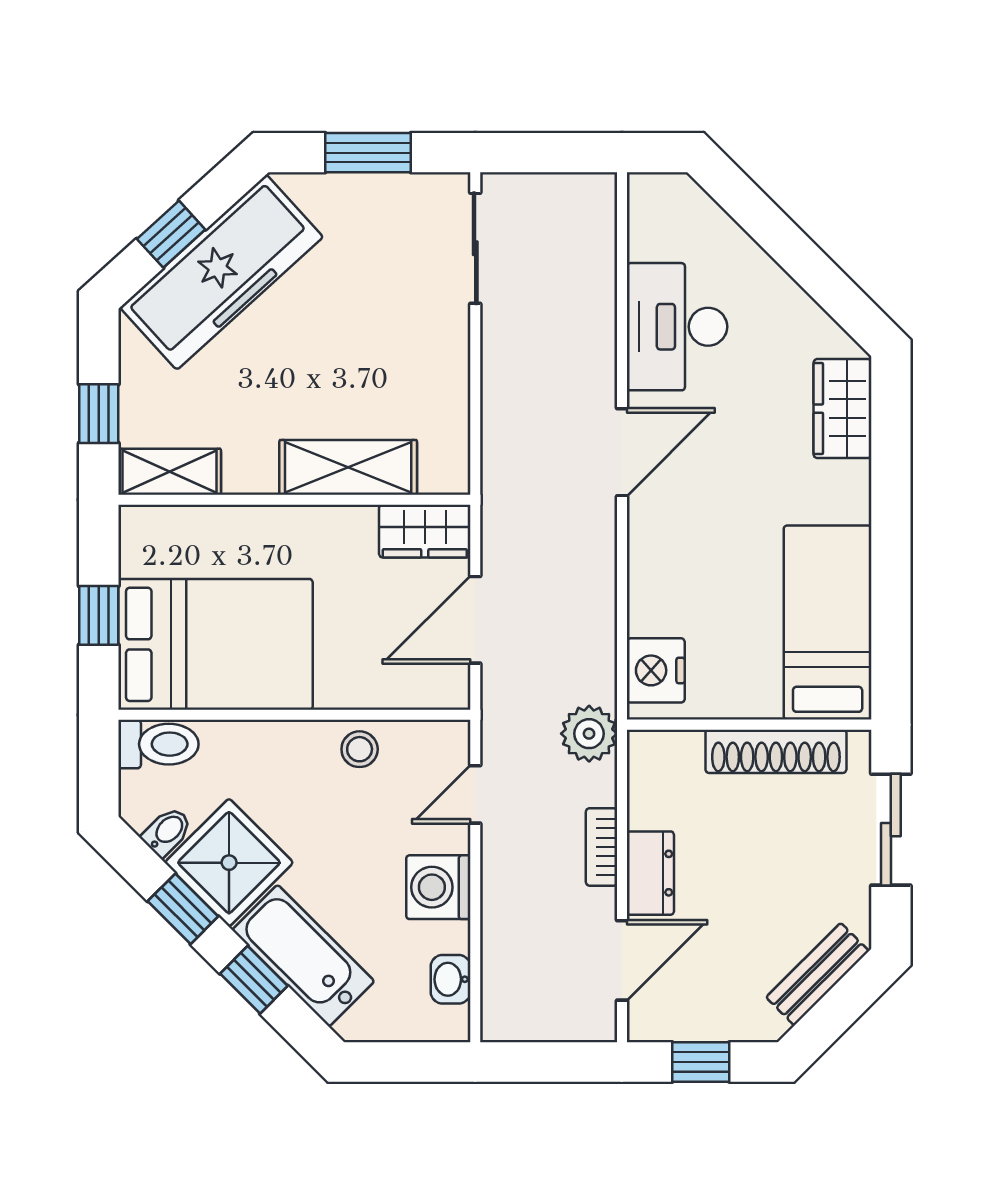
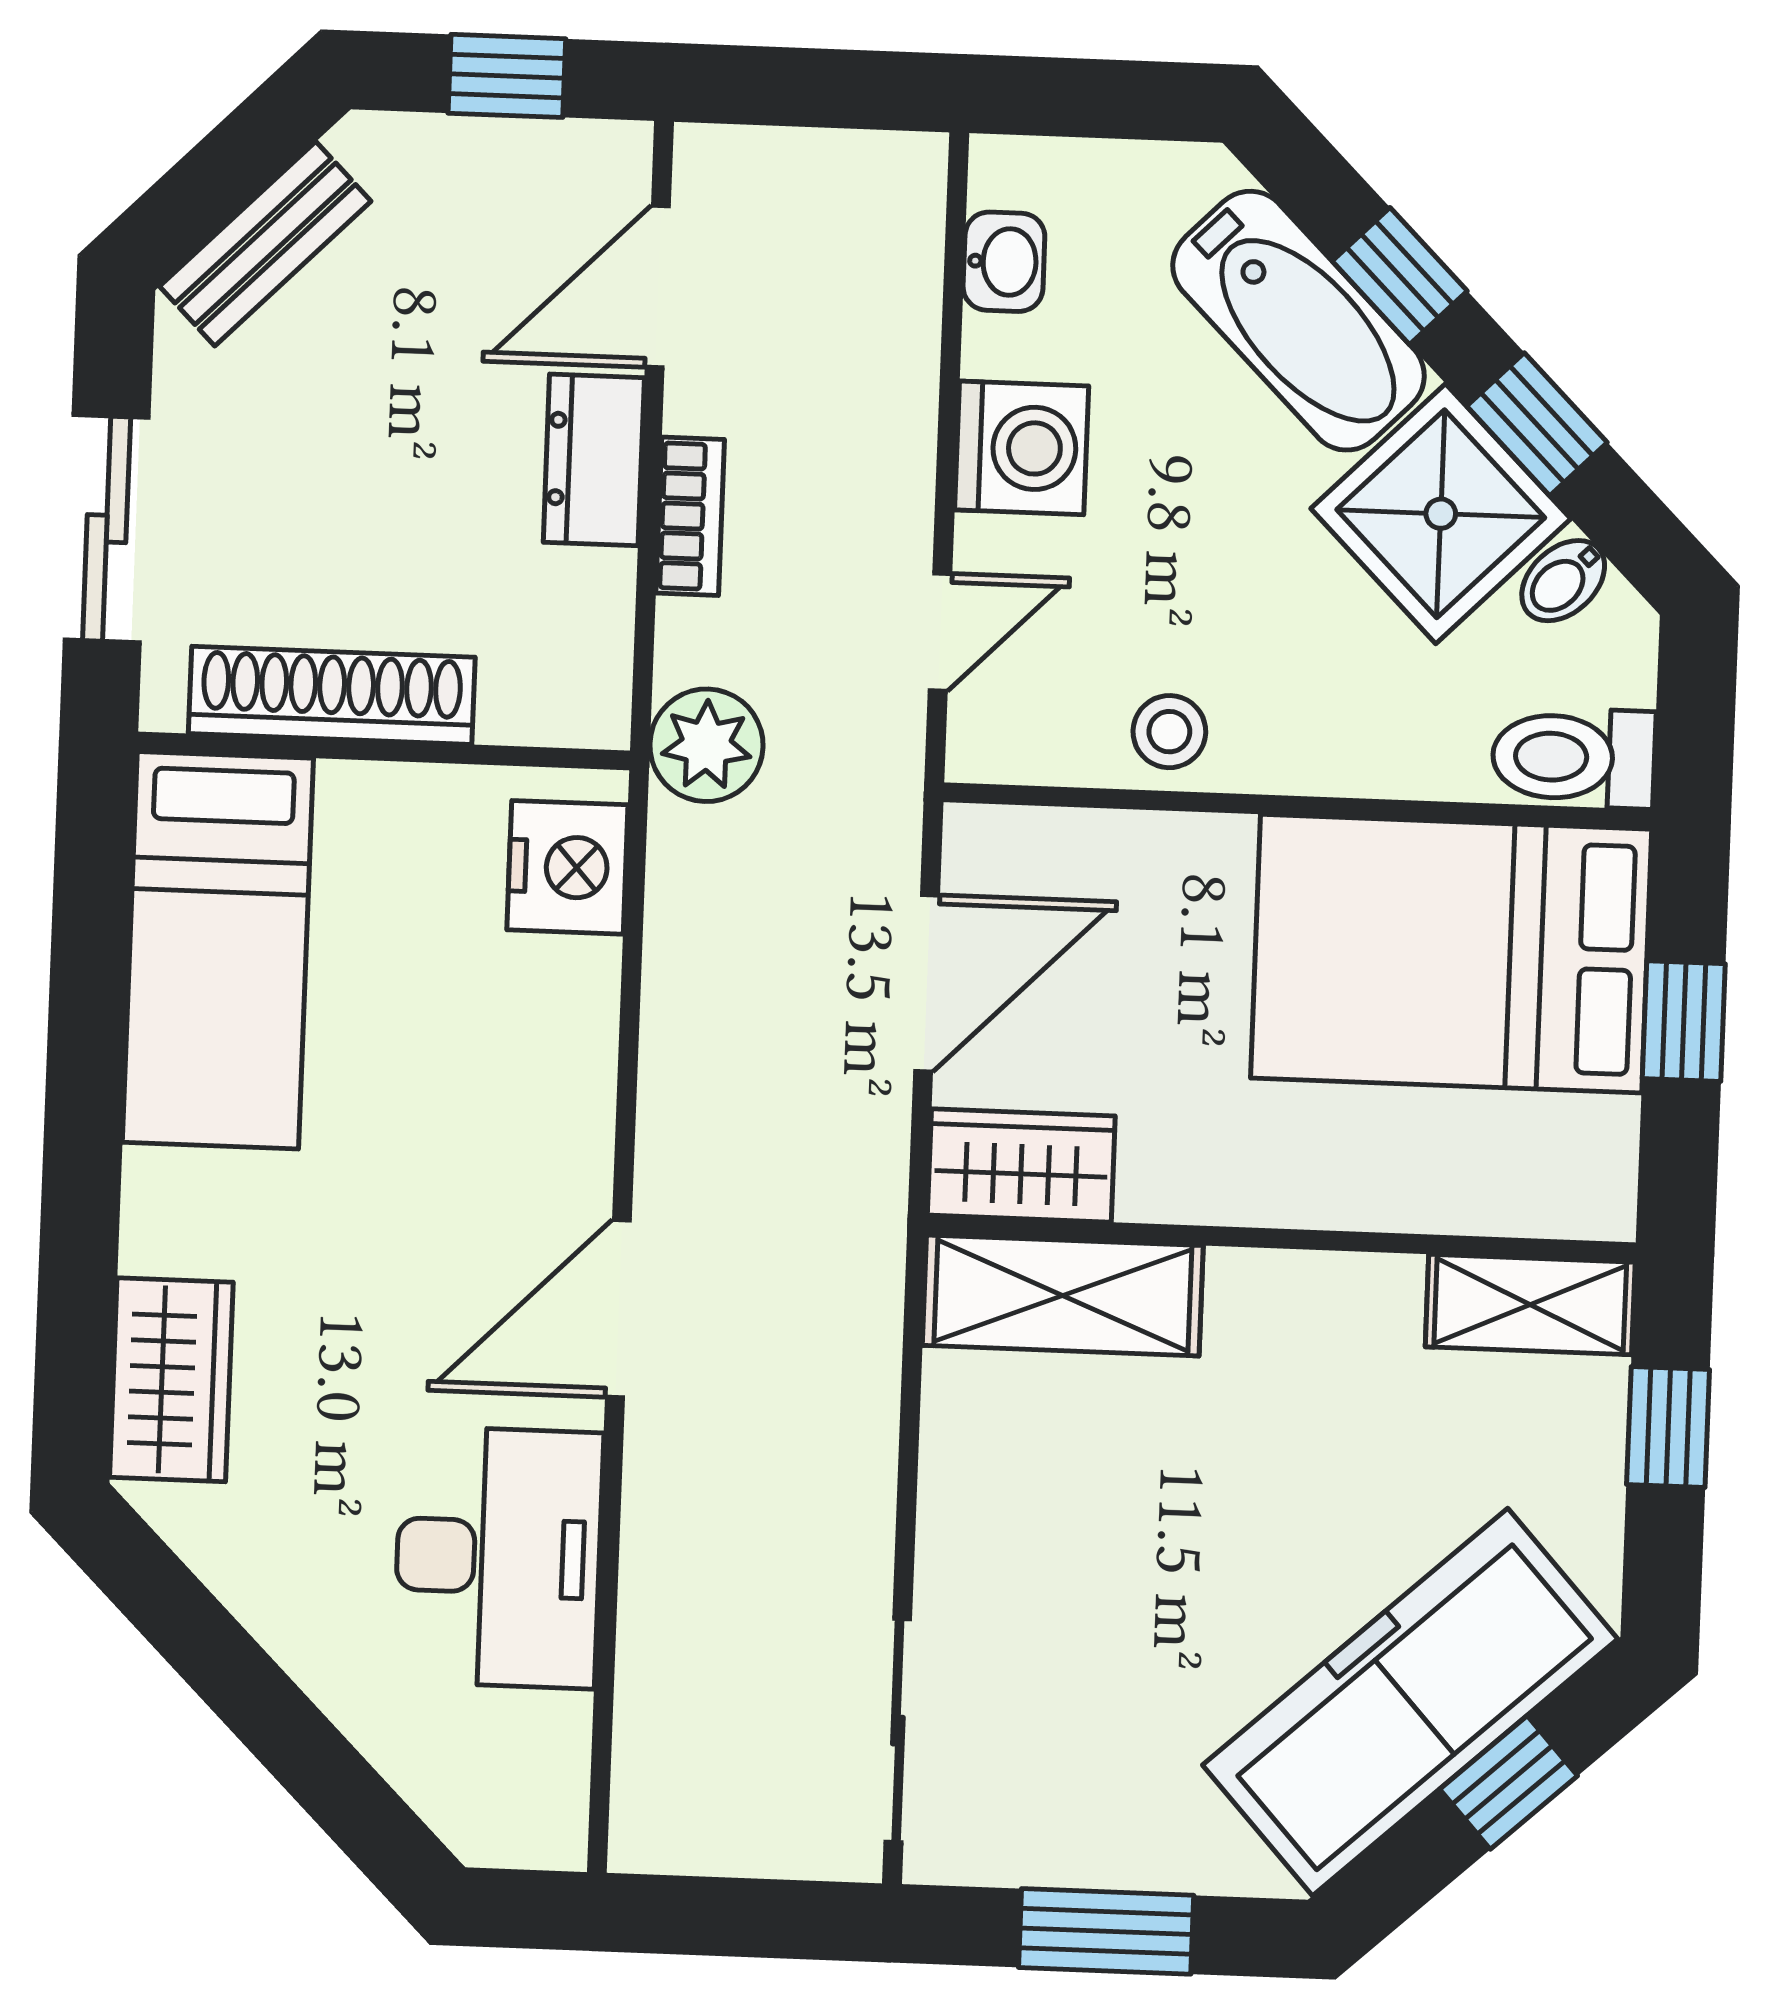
shelving: (348, 467) -> (1063, 1295), moved

